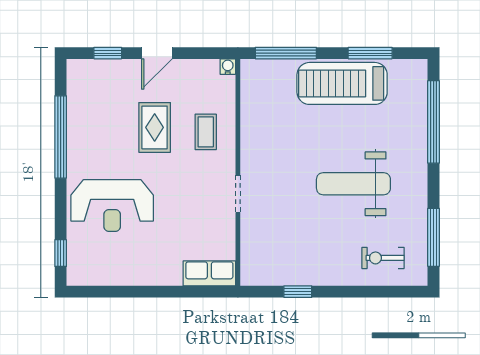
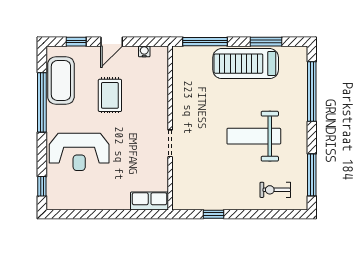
water cooler: (228, 67) -> (144, 51), moved
coffee table: (206, 132) -> (61, 80), moved, width x1.86, depth x1.72

